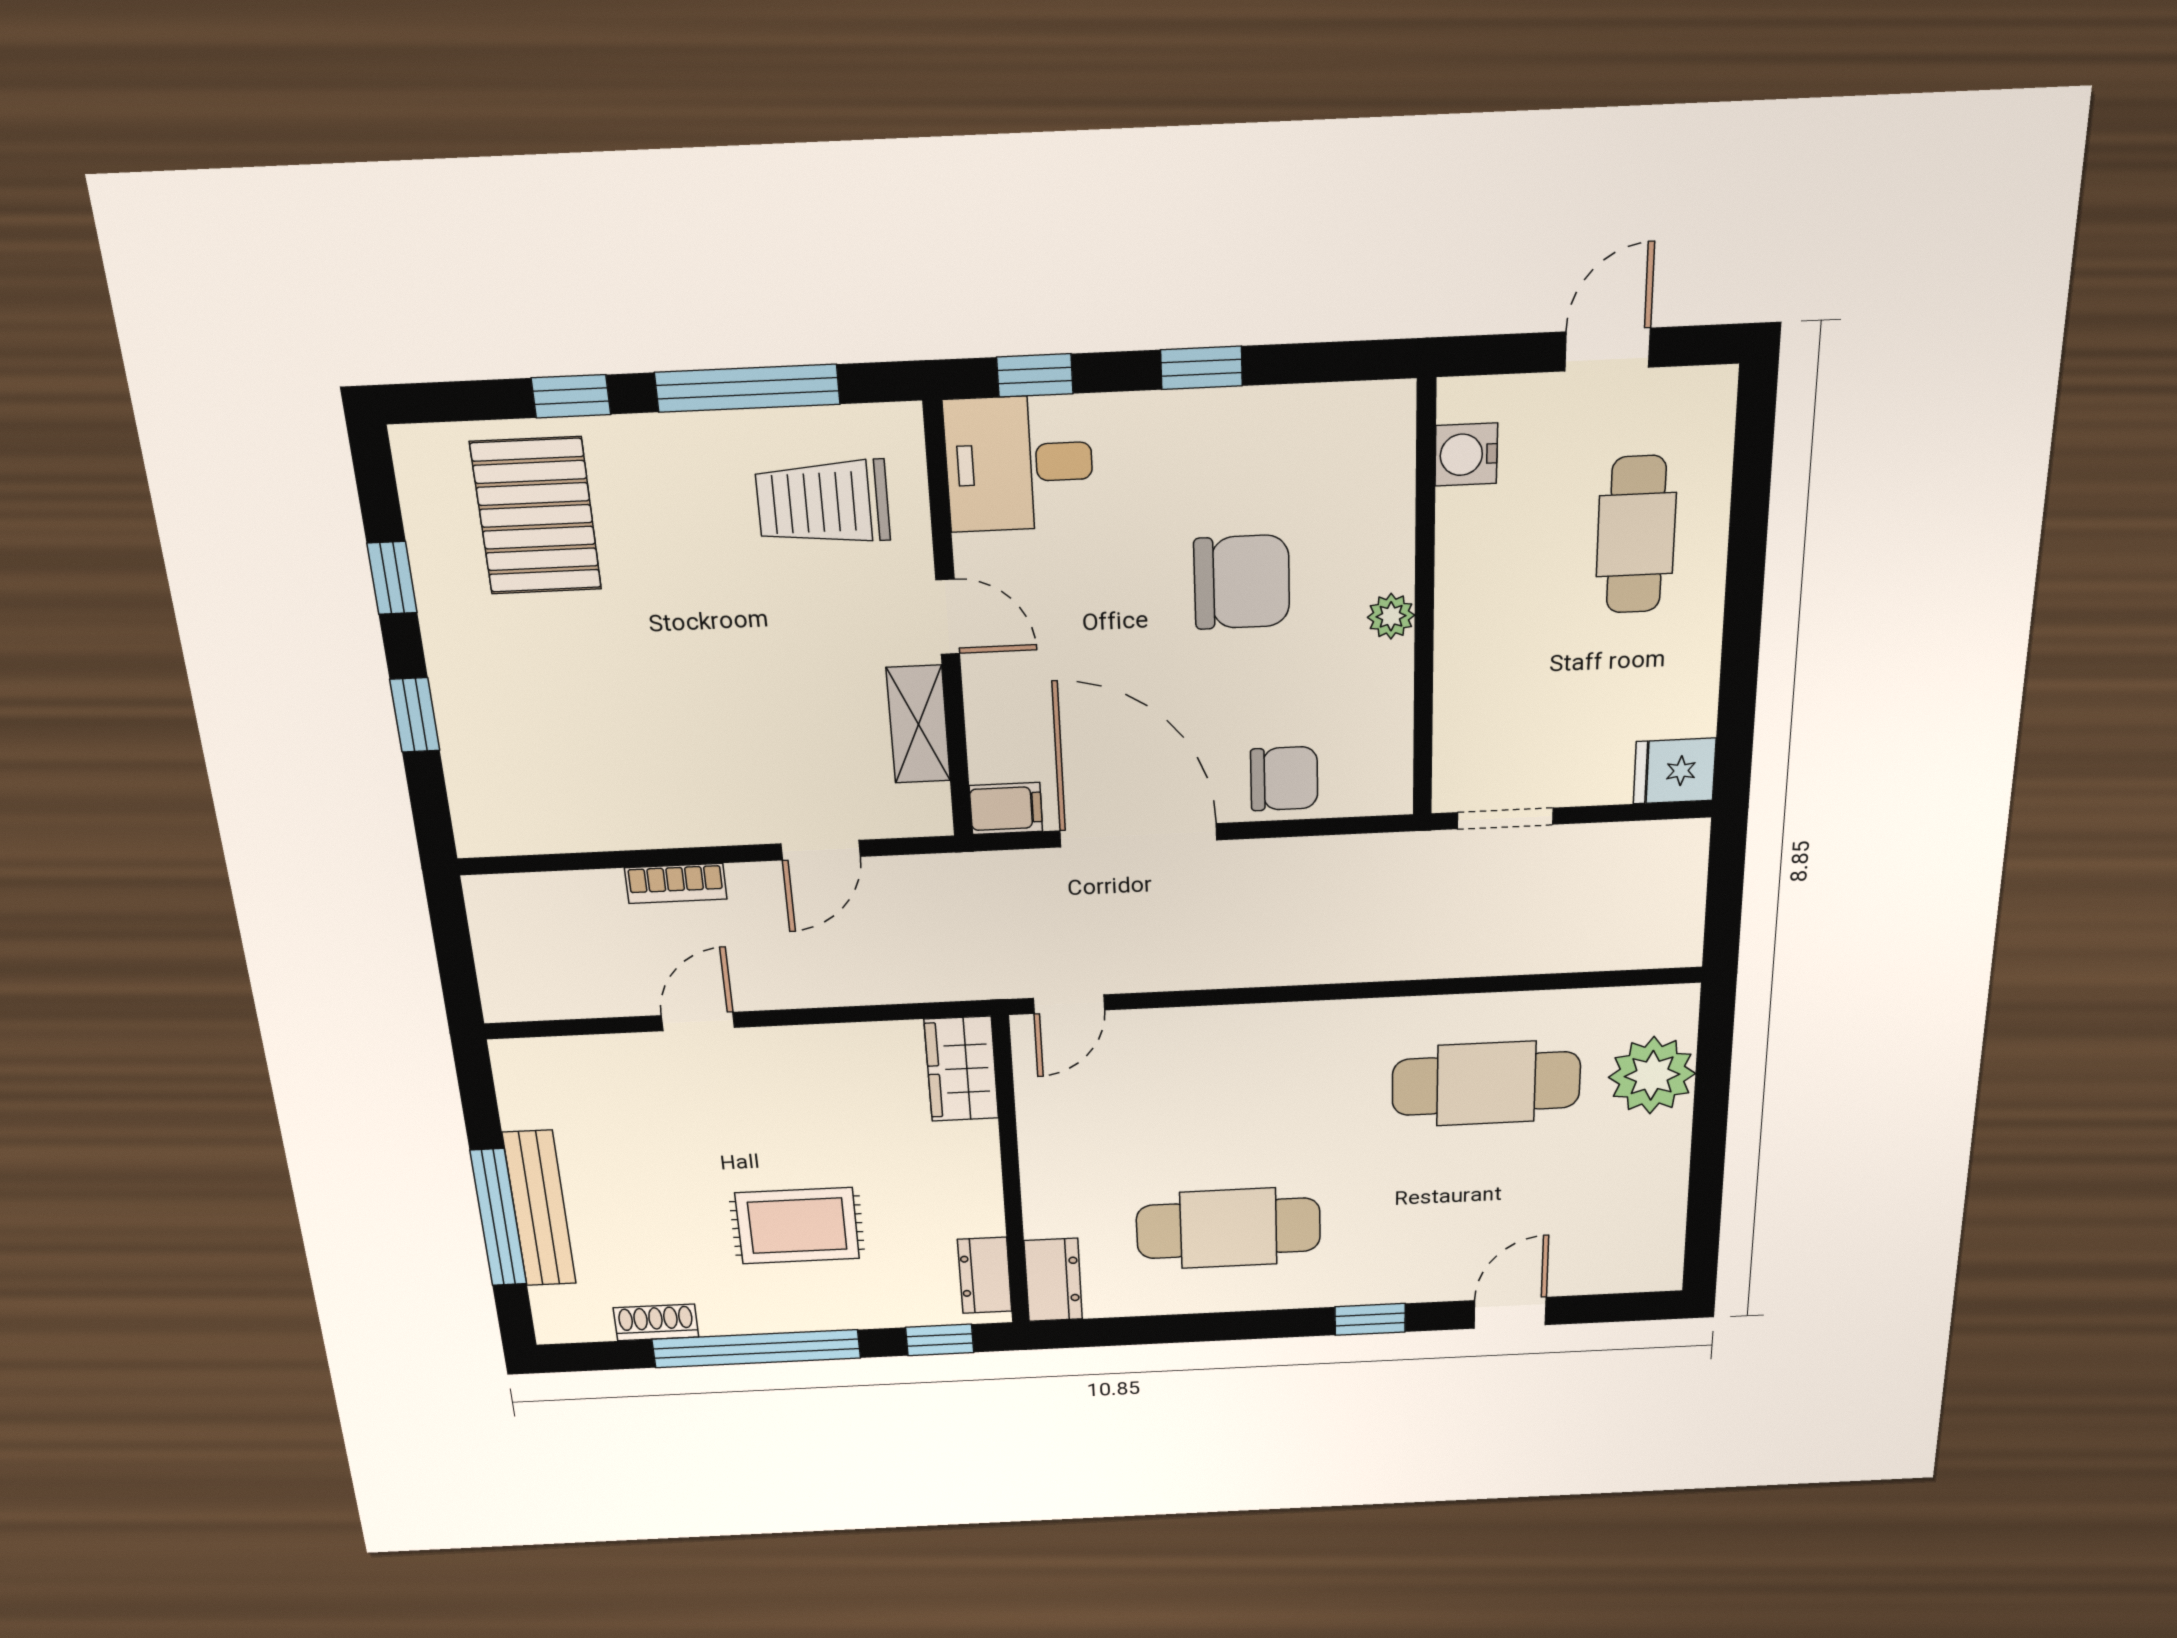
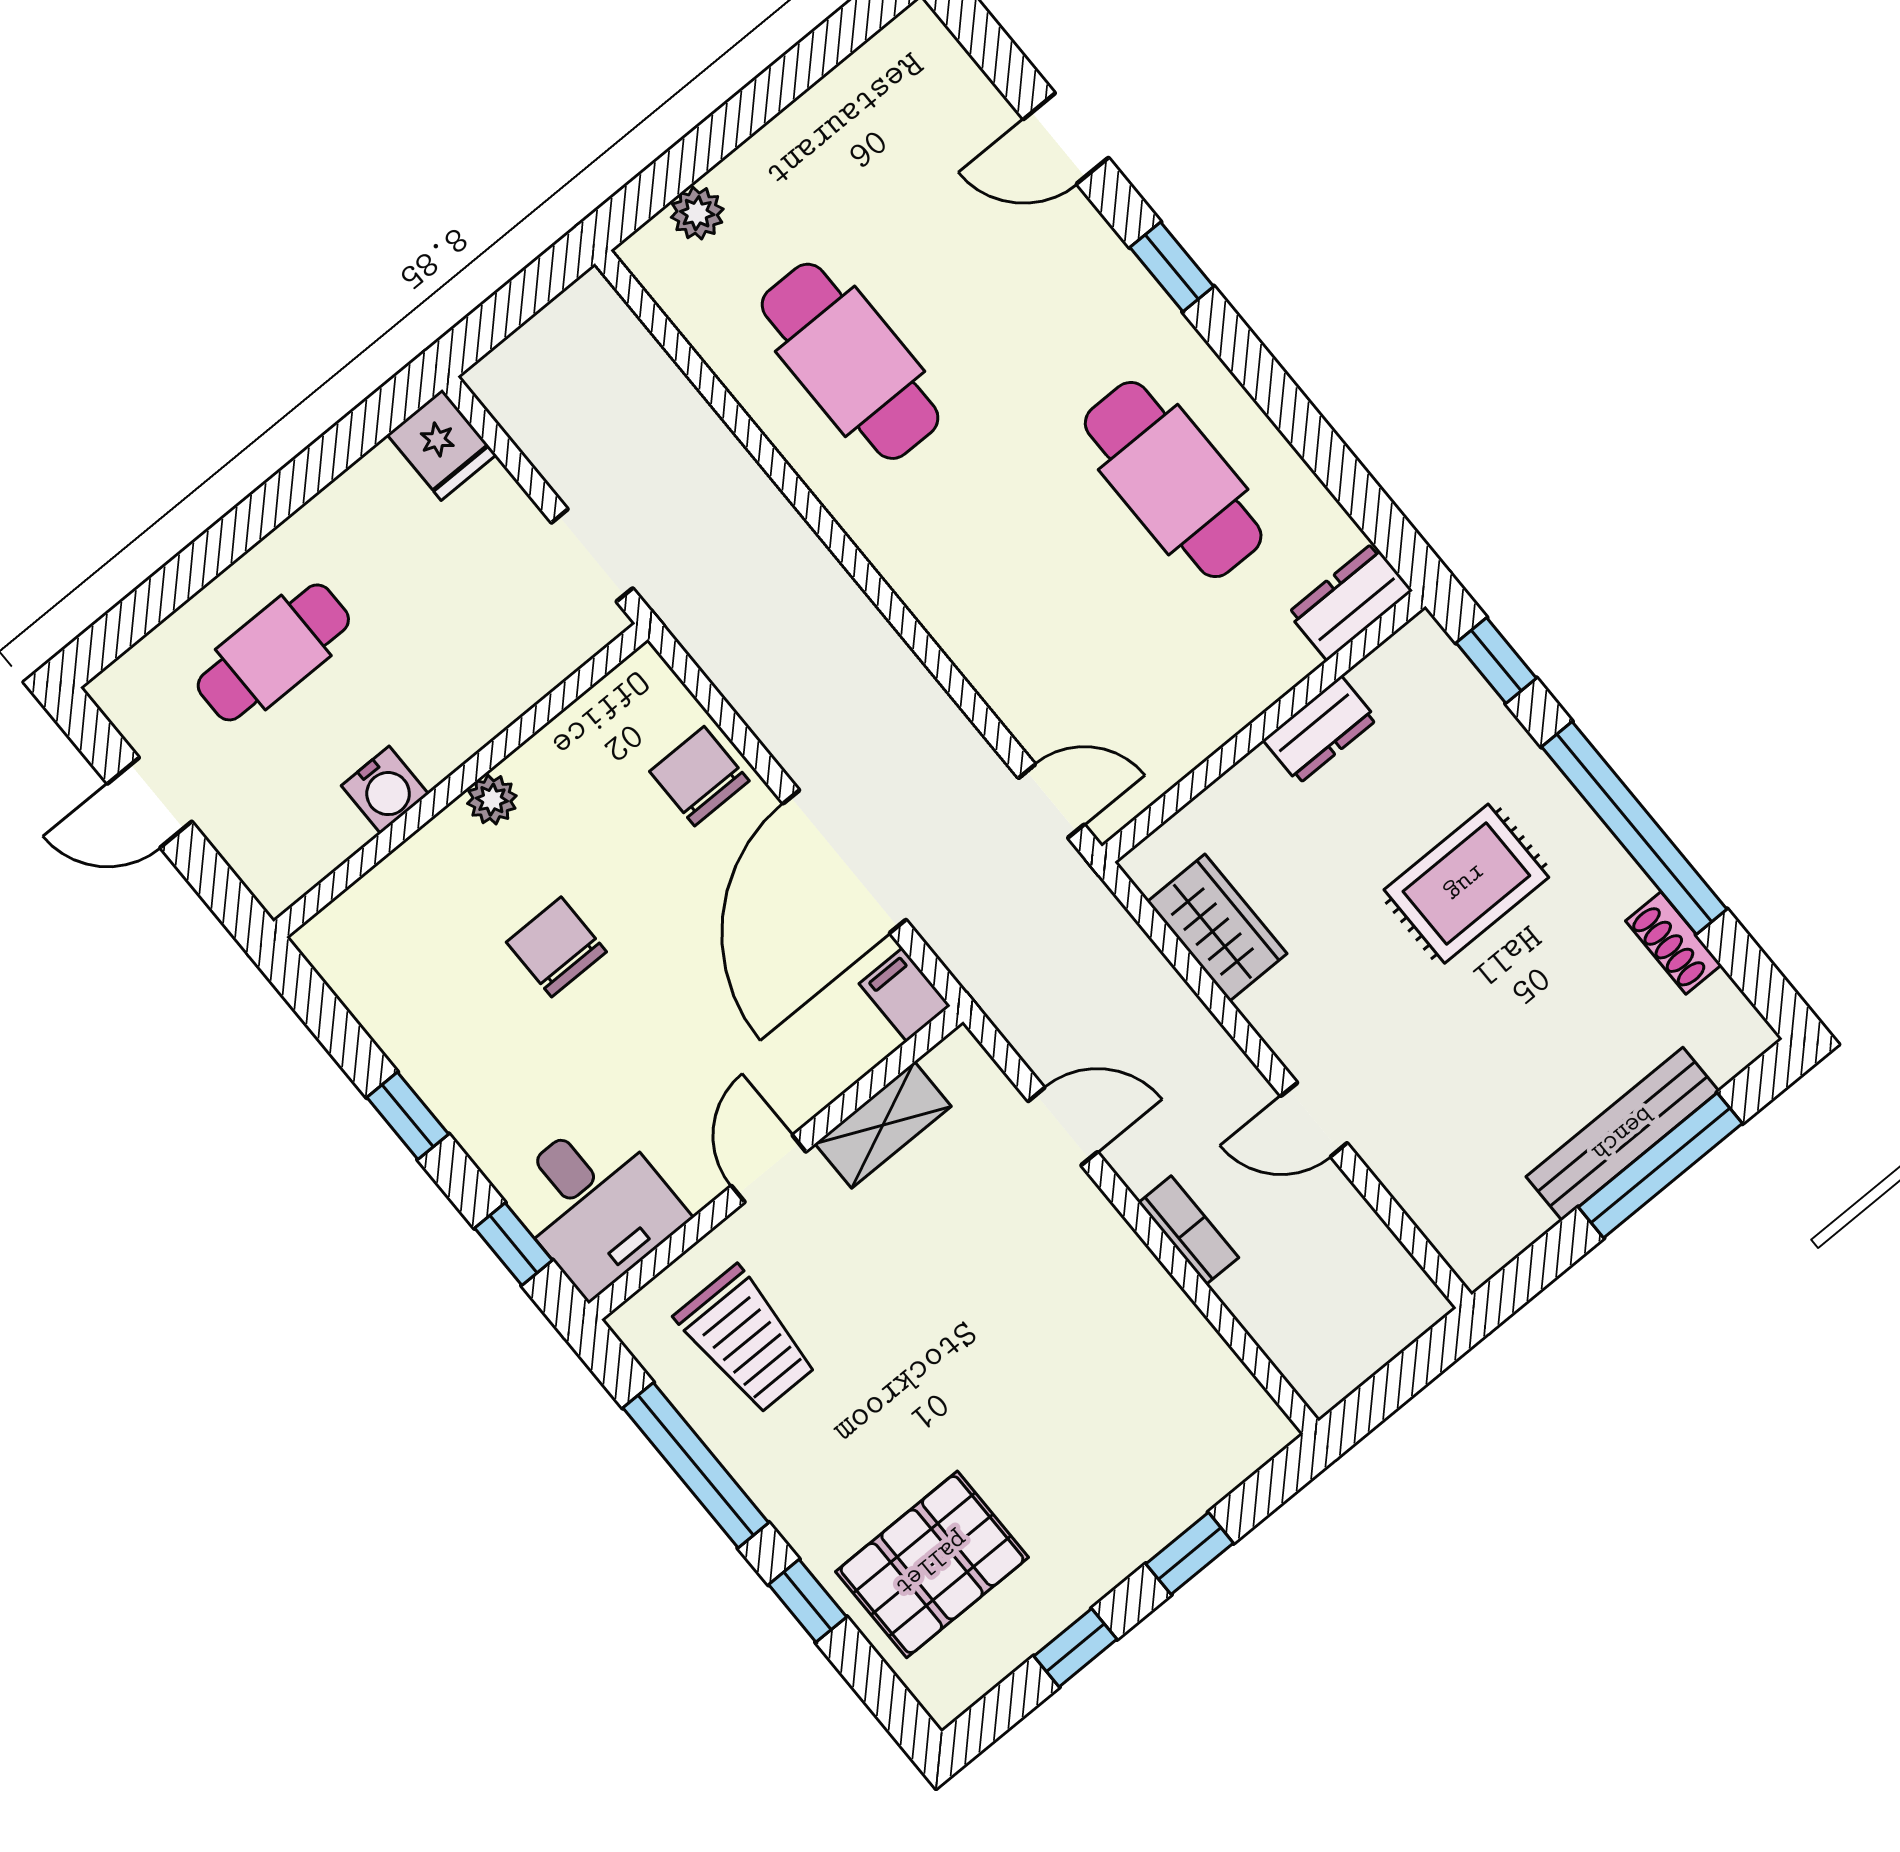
water cooler: (1466, 455) -> (385, 790), moved
chair: (1242, 582) -> (556, 947), width x0.73, depth x0.73
wardrobe: (961, 1069) -> (1217, 928), moved, turned -90
plant: (1652, 1075) -> (697, 213), width x0.53, depth x0.53
rug: (797, 1226) -> (1466, 884), turned 90
dresser: (985, 1275) -> (1320, 730), moved

